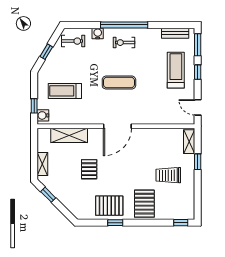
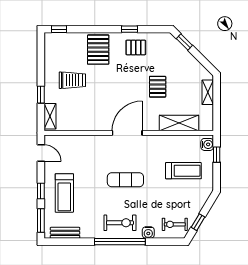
exercise bike: (124, 43) -> (120, 223), width x1.38, depth x1.39
window: (46, 52) -> (198, 222), moved
window: (48, 195) -> (184, 42), moved
pallet: (109, 206) -> (136, 47), width x0.67, depth x0.71

